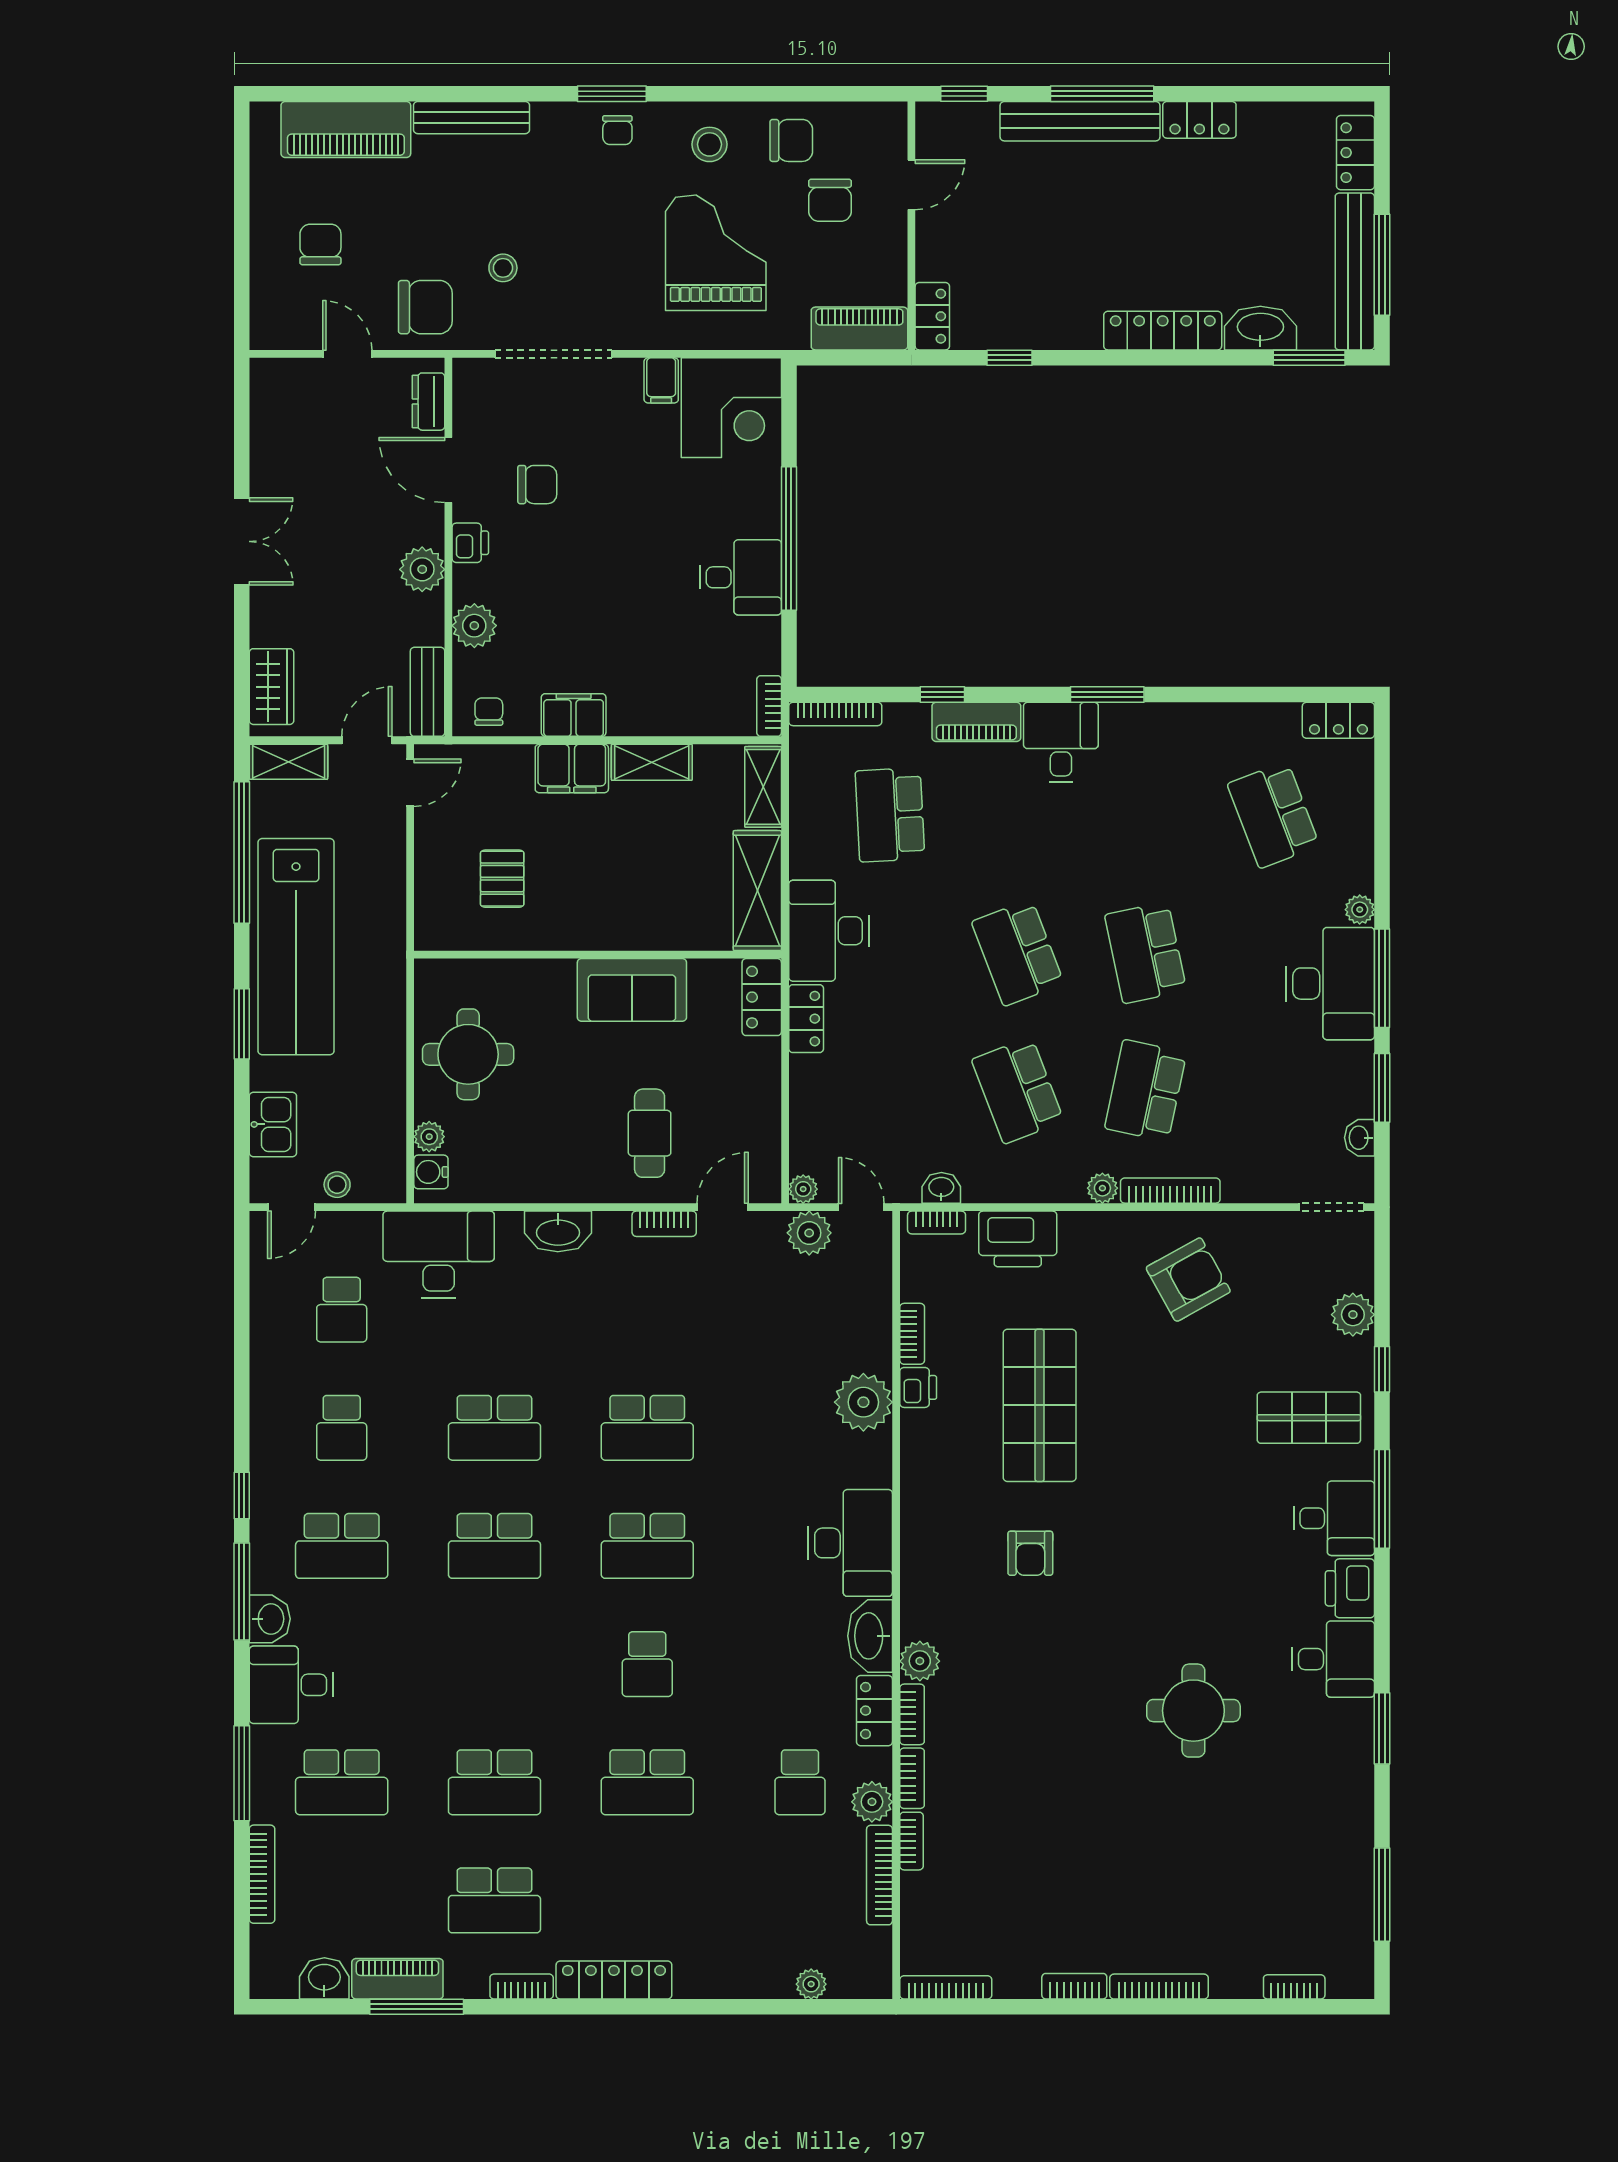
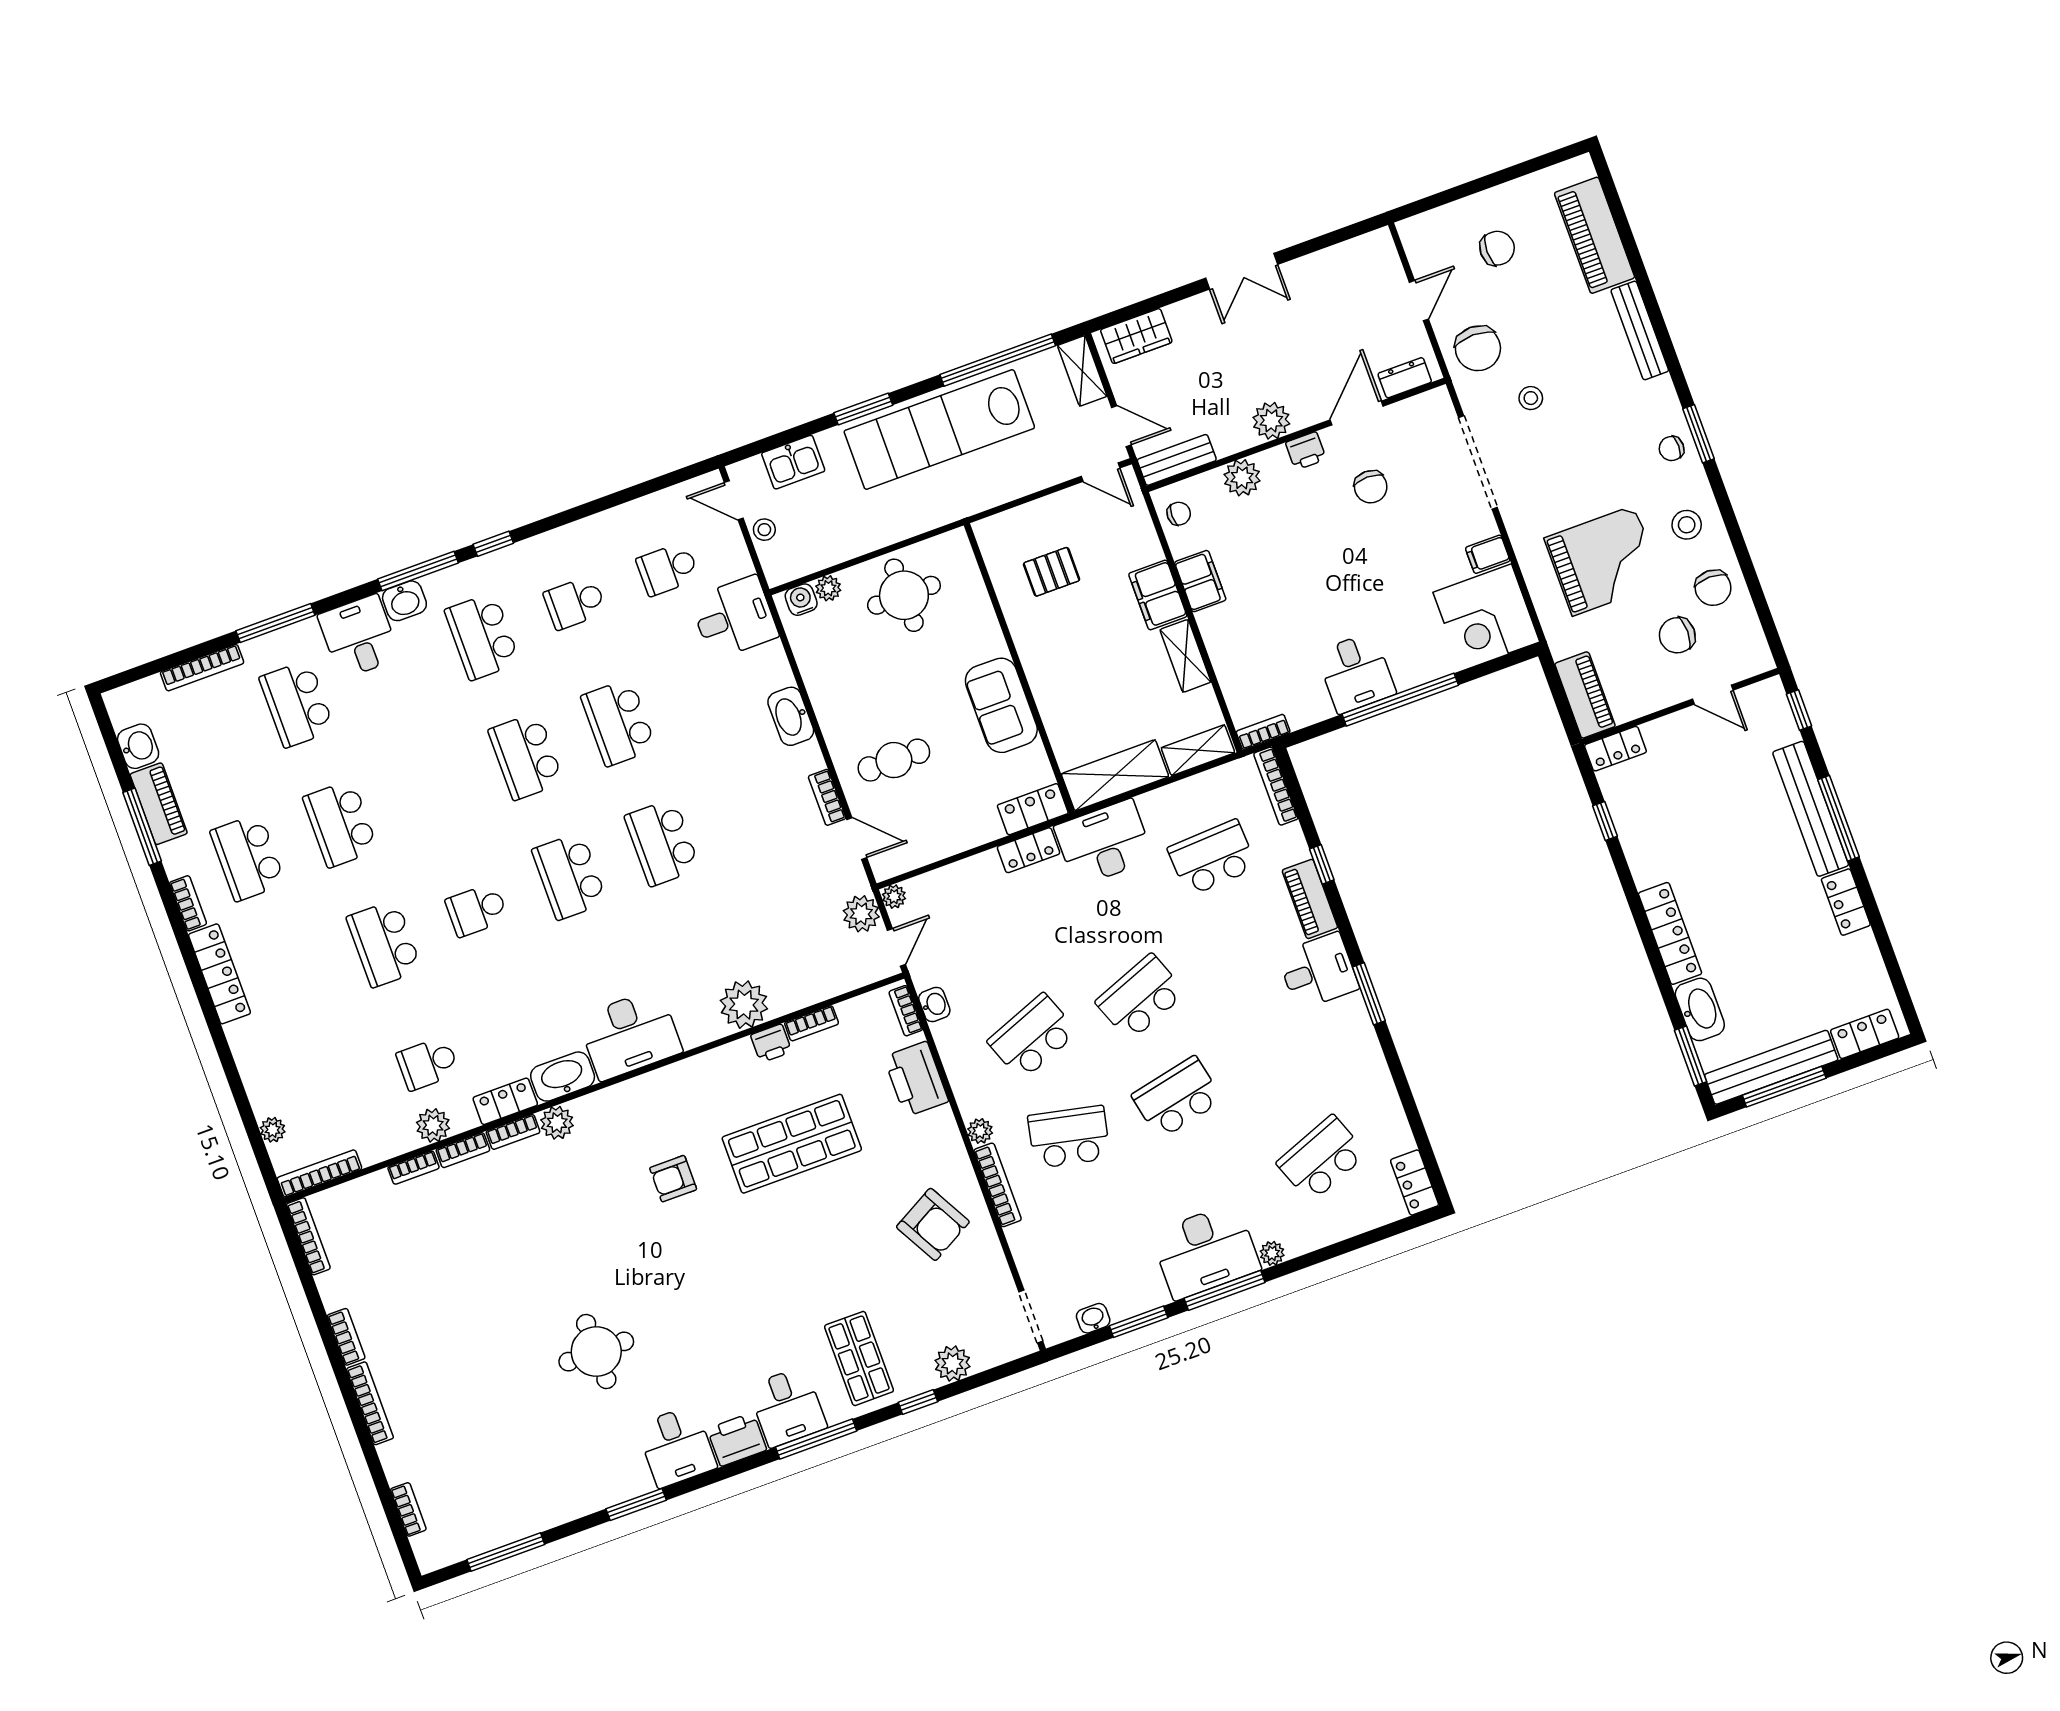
desk: (439, 1255) -> (734, 617), width x0.73
bookcase: (879, 1875) -> (319, 1173), moved

